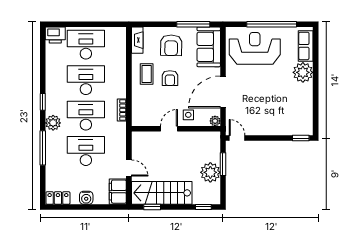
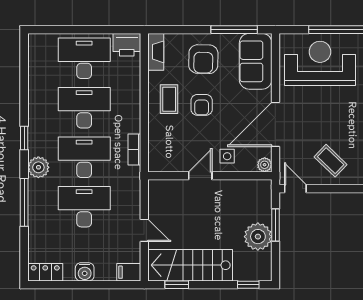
printer: (55, 35) -> (127, 45), moved
coffee table: (262, 118) -> (331, 161), added
filing cabinet: (118, 192) -> (129, 272), width x0.50

